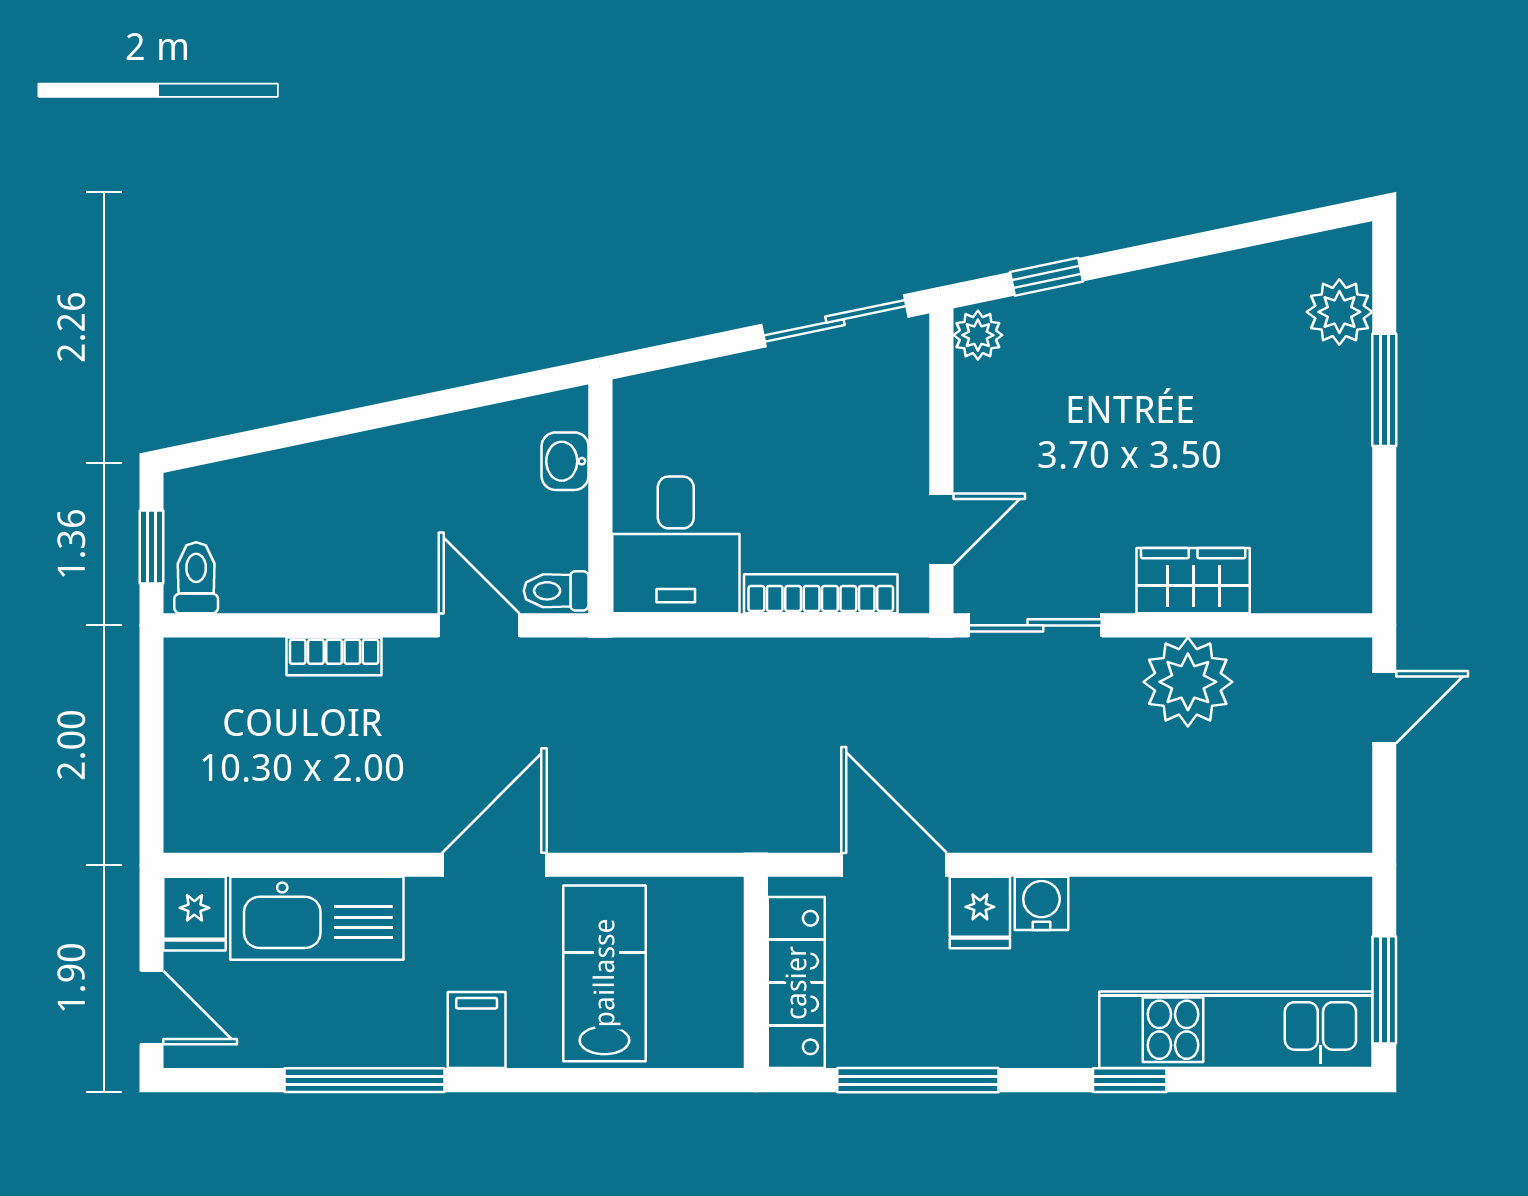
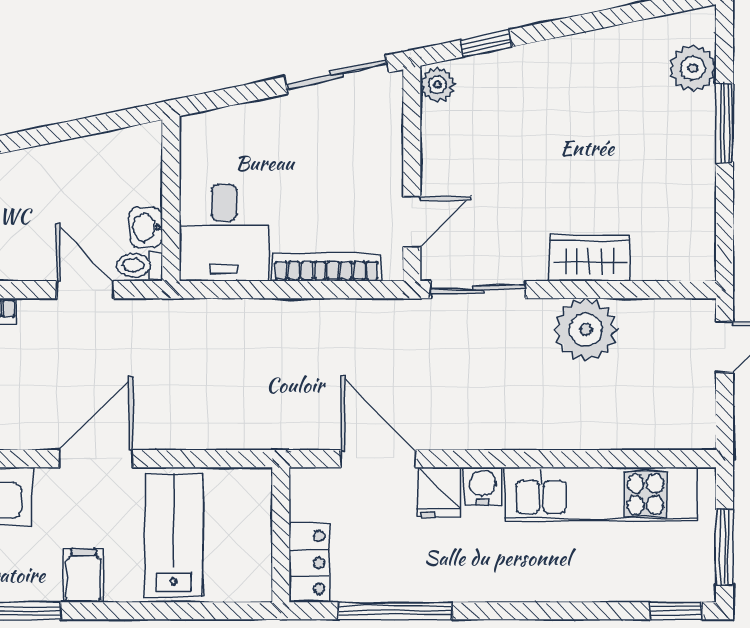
washbasin: (565, 461) -> (146, 227), moved
locker: (796, 983) -> (309, 563), width x0.66
kitchen unit: (1236, 1030) -> (601, 494), moved, turned 180
window: (1130, 1080) -> (675, 611), moved

